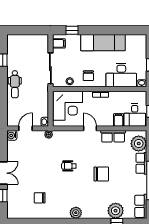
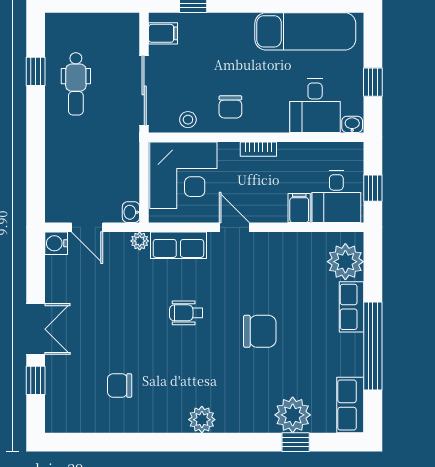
exam couch: (103, 43) -> (305, 31), moved
desk: (121, 75) -> (315, 106), width x0.73
dental chair: (15, 84) -> (76, 84), moved
door: (26, 128) -> (87, 227), swing flipped
row of seats: (113, 136) -> (178, 245), moved

